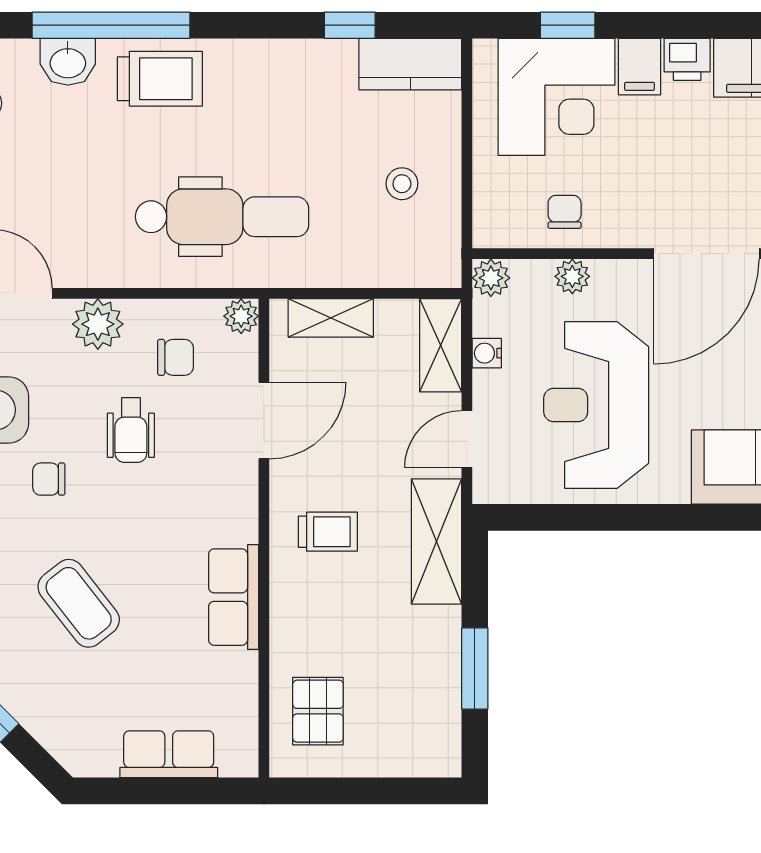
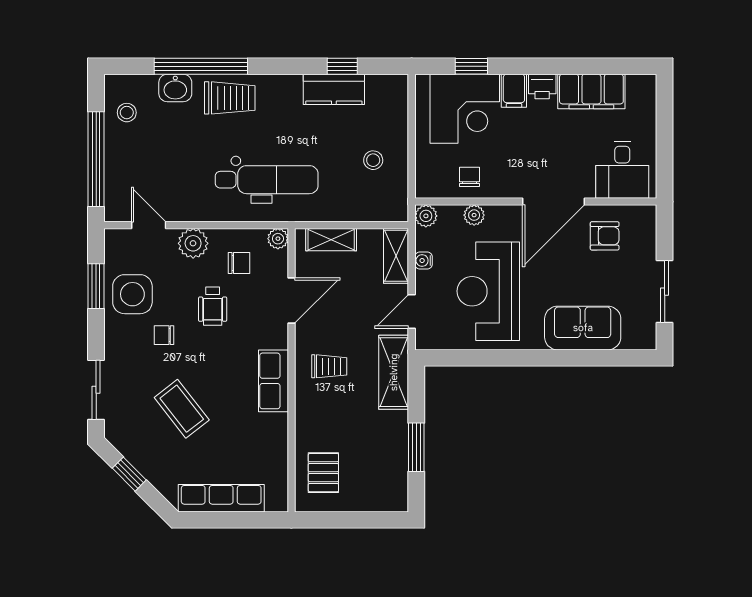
kitchen counter: (410, 64) -> (334, 89), moved
row of seats: (234, 597) -> (273, 381), moved
row of seats: (169, 754) -> (221, 498), width x1.48

